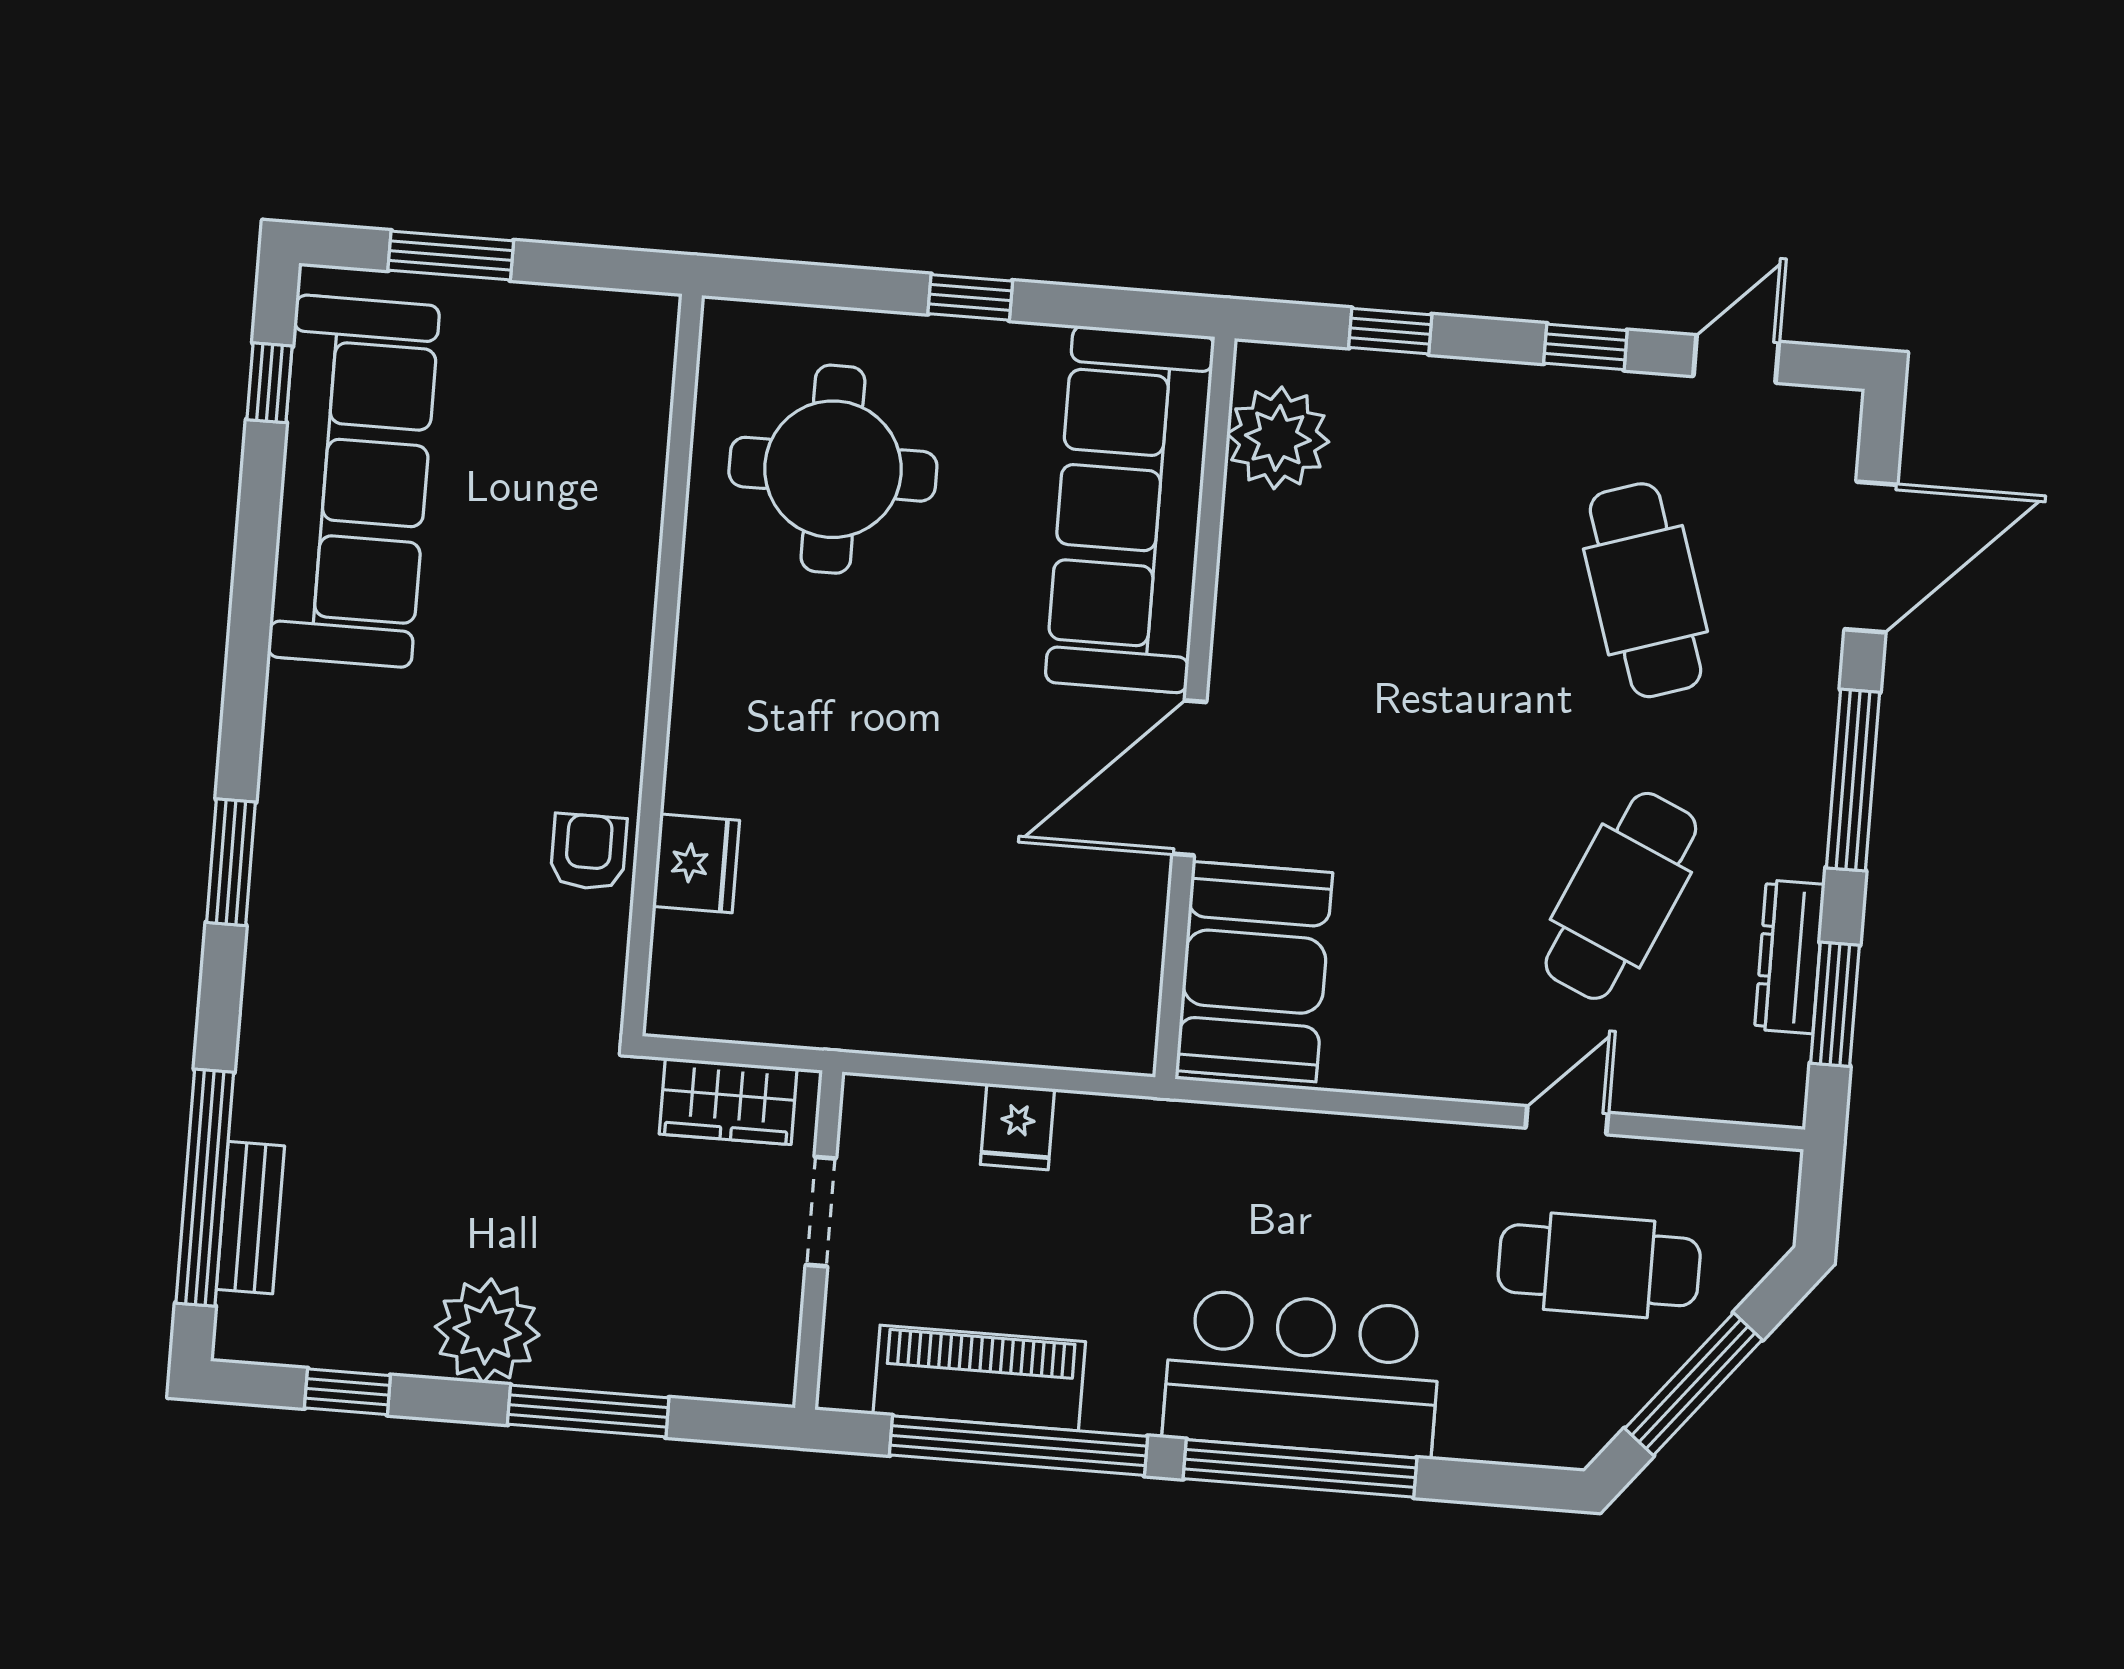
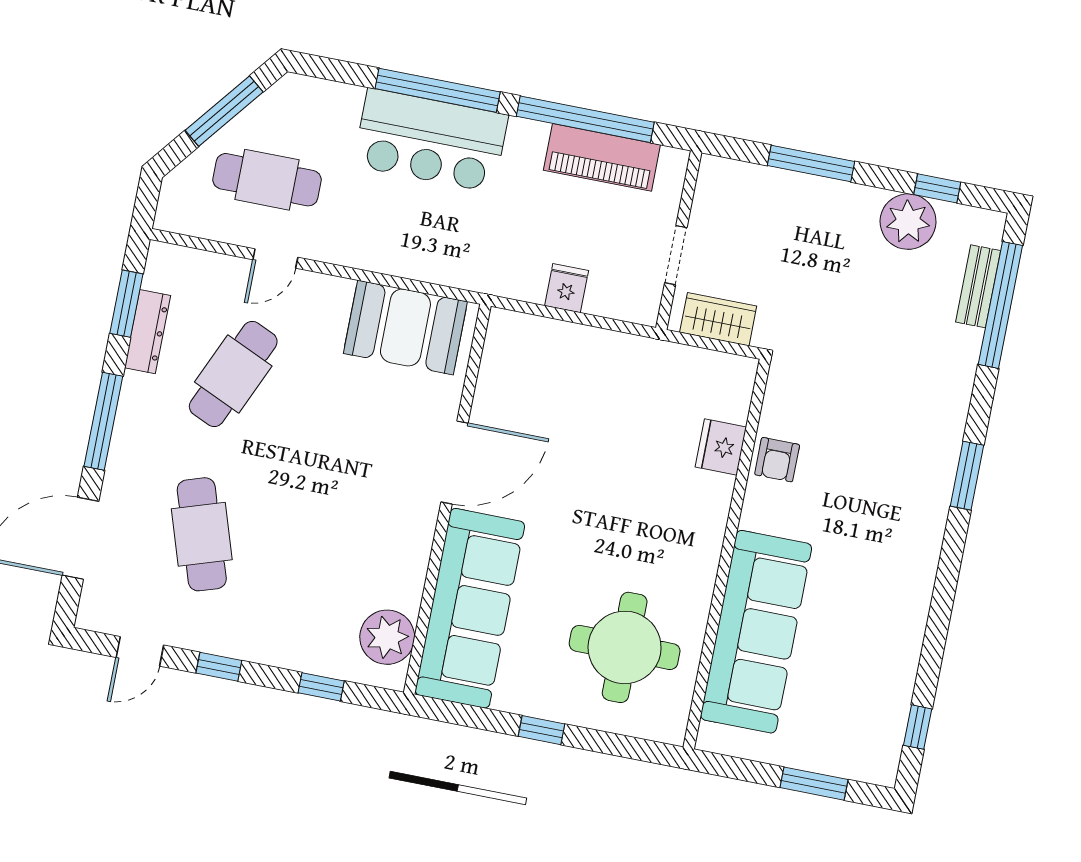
sofa: (354, 481) -> (756, 632), moved, turned 180
booth: (1254, 972) -> (405, 327), moved, turned 90
plant: (487, 1331) -> (908, 222), moved

